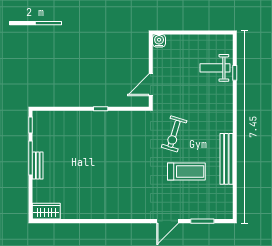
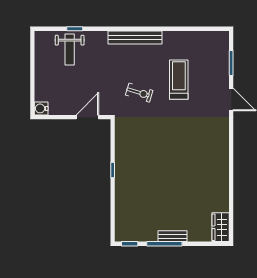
door: (151, 85) -> (87, 117), swing flipped
exercise bike: (174, 134) -> (139, 93), width x0.73, depth x0.72
bench: (226, 159) -> (135, 37), moved

